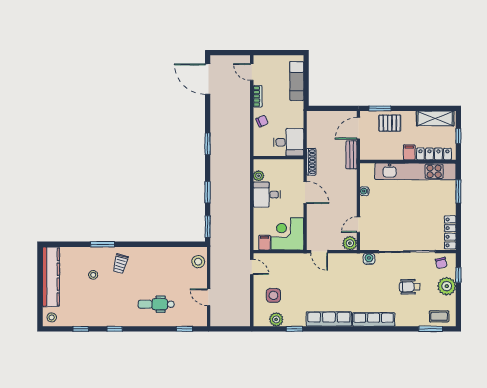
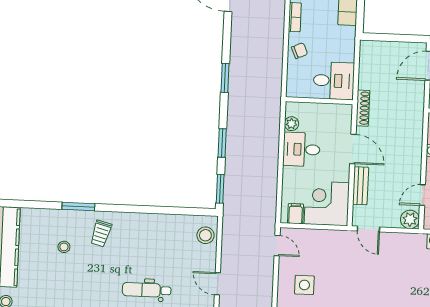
bench: (351, 155) -> (361, 186), moved

